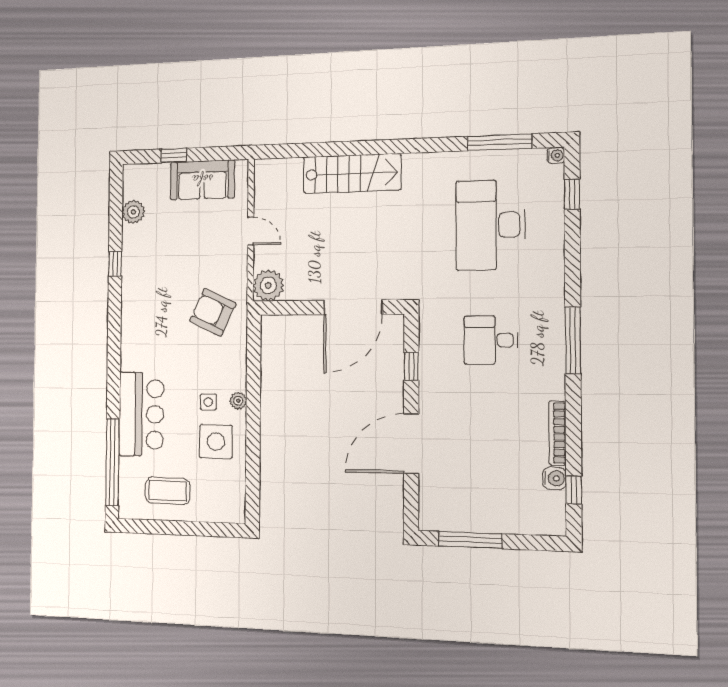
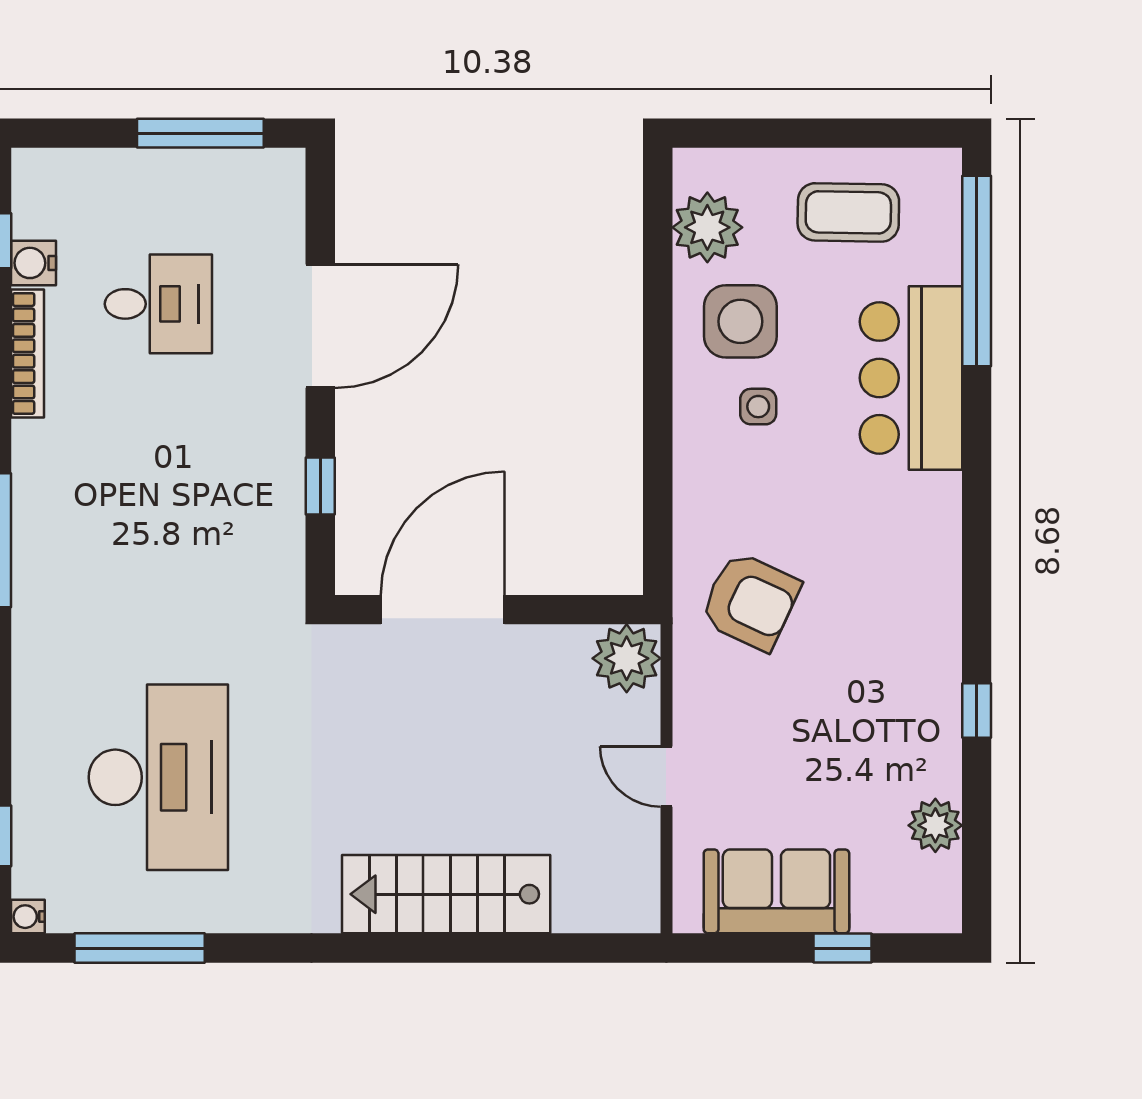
desk: (491, 340) -> (158, 304), moved
plant: (238, 401) -> (707, 227), moved, width x1.88, depth x1.88

